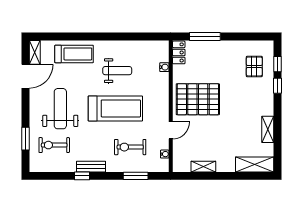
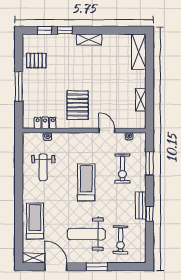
window: (205, 37) -> (19, 86), moved
locker: (179, 52) -> (45, 123), moved
pallet: (254, 66) -> (36, 61), moved
weight bench: (117, 71) -> (43, 167), moved, turned 180
pallet: (198, 99) -> (78, 105), width x0.73, depth x0.71
treadmill: (115, 108) -> (86, 182), width x0.73, depth x0.73
shelving: (268, 129) -> (89, 39), moved
window: (26, 139) -> (97, 267), moved

